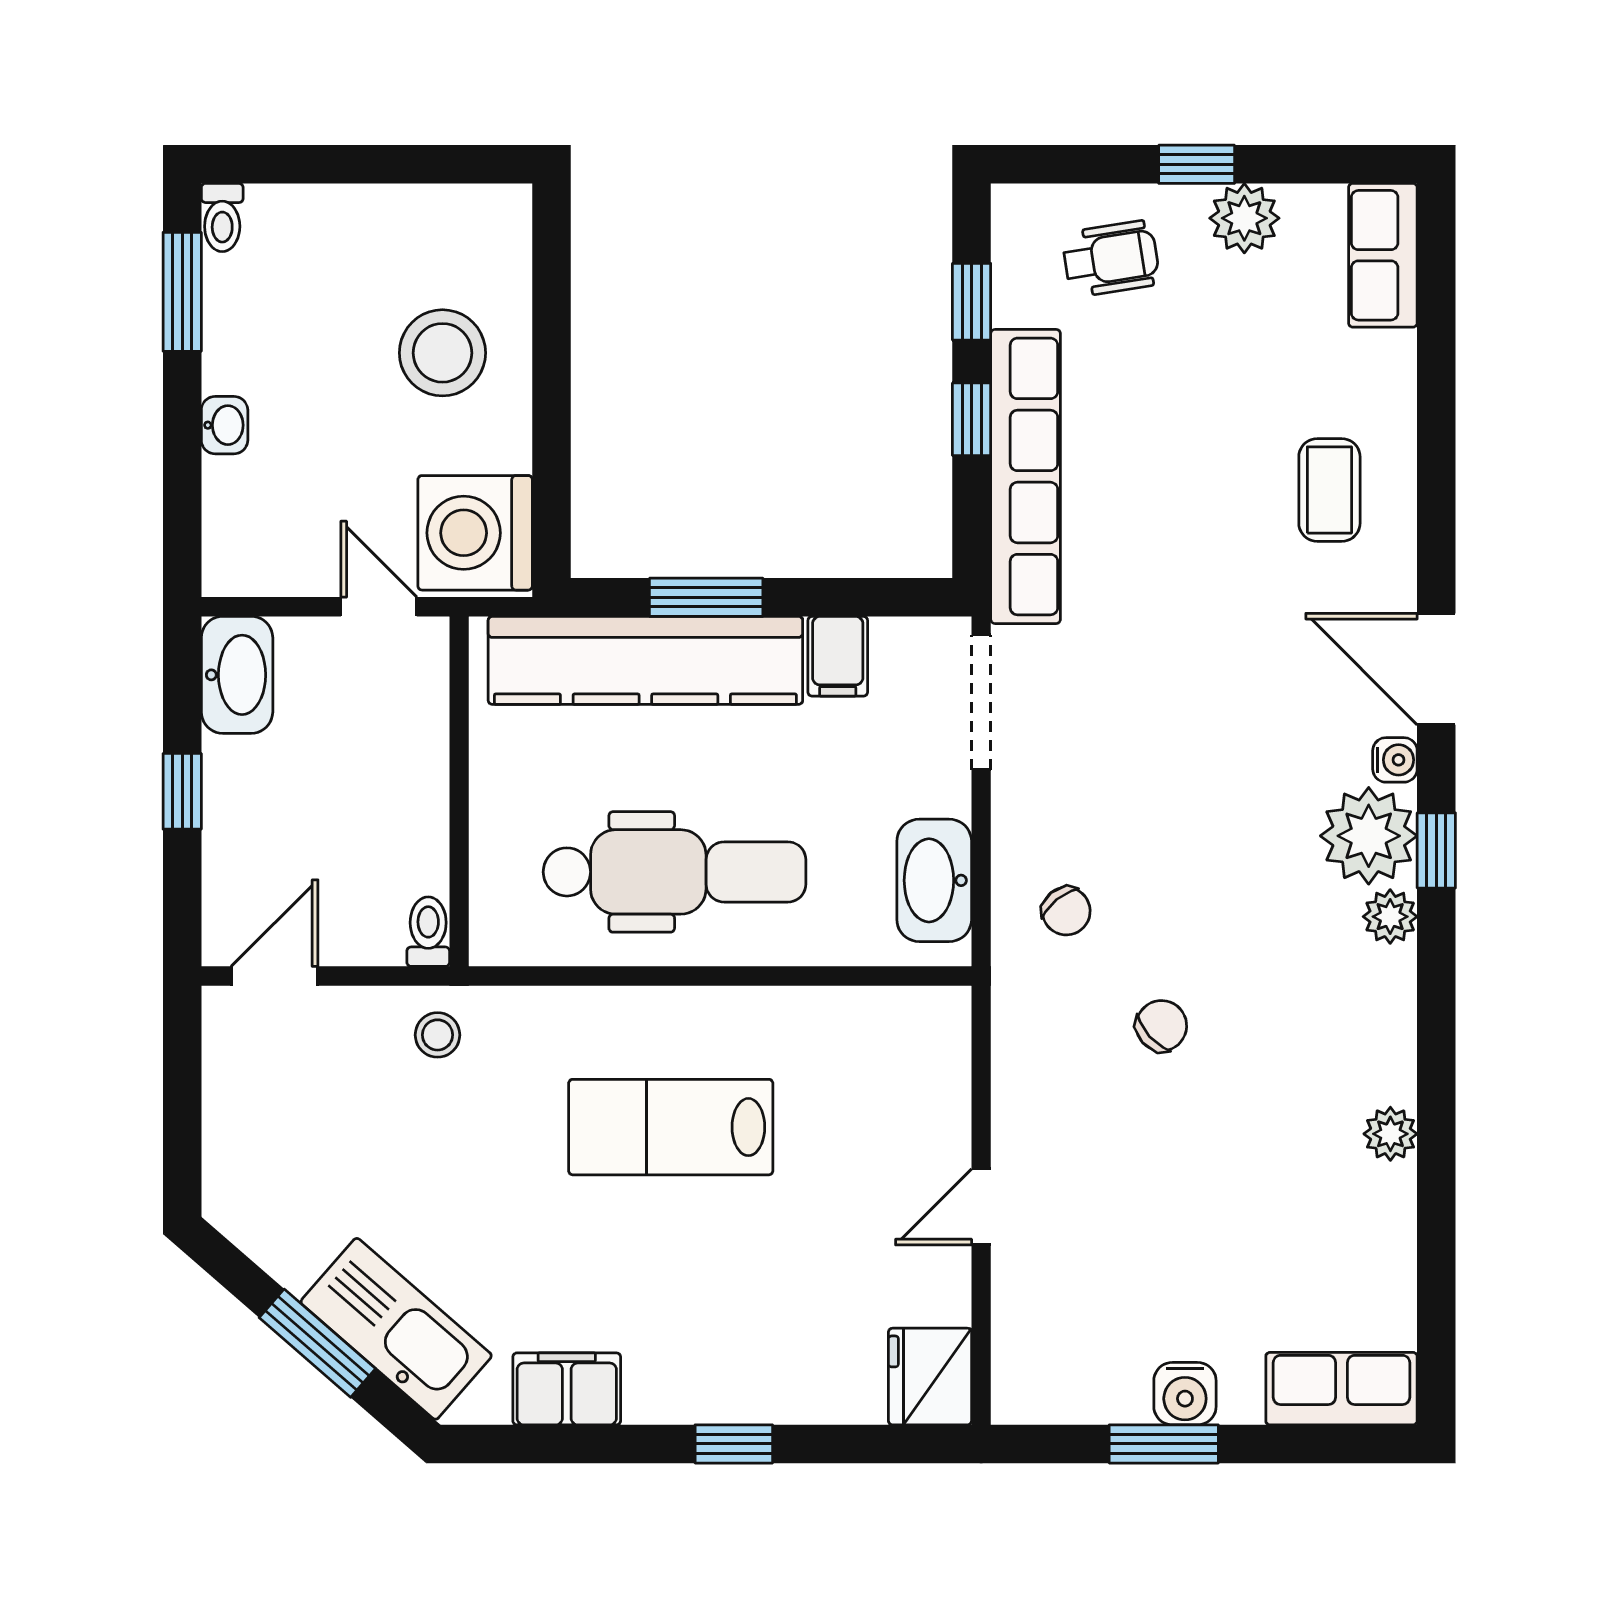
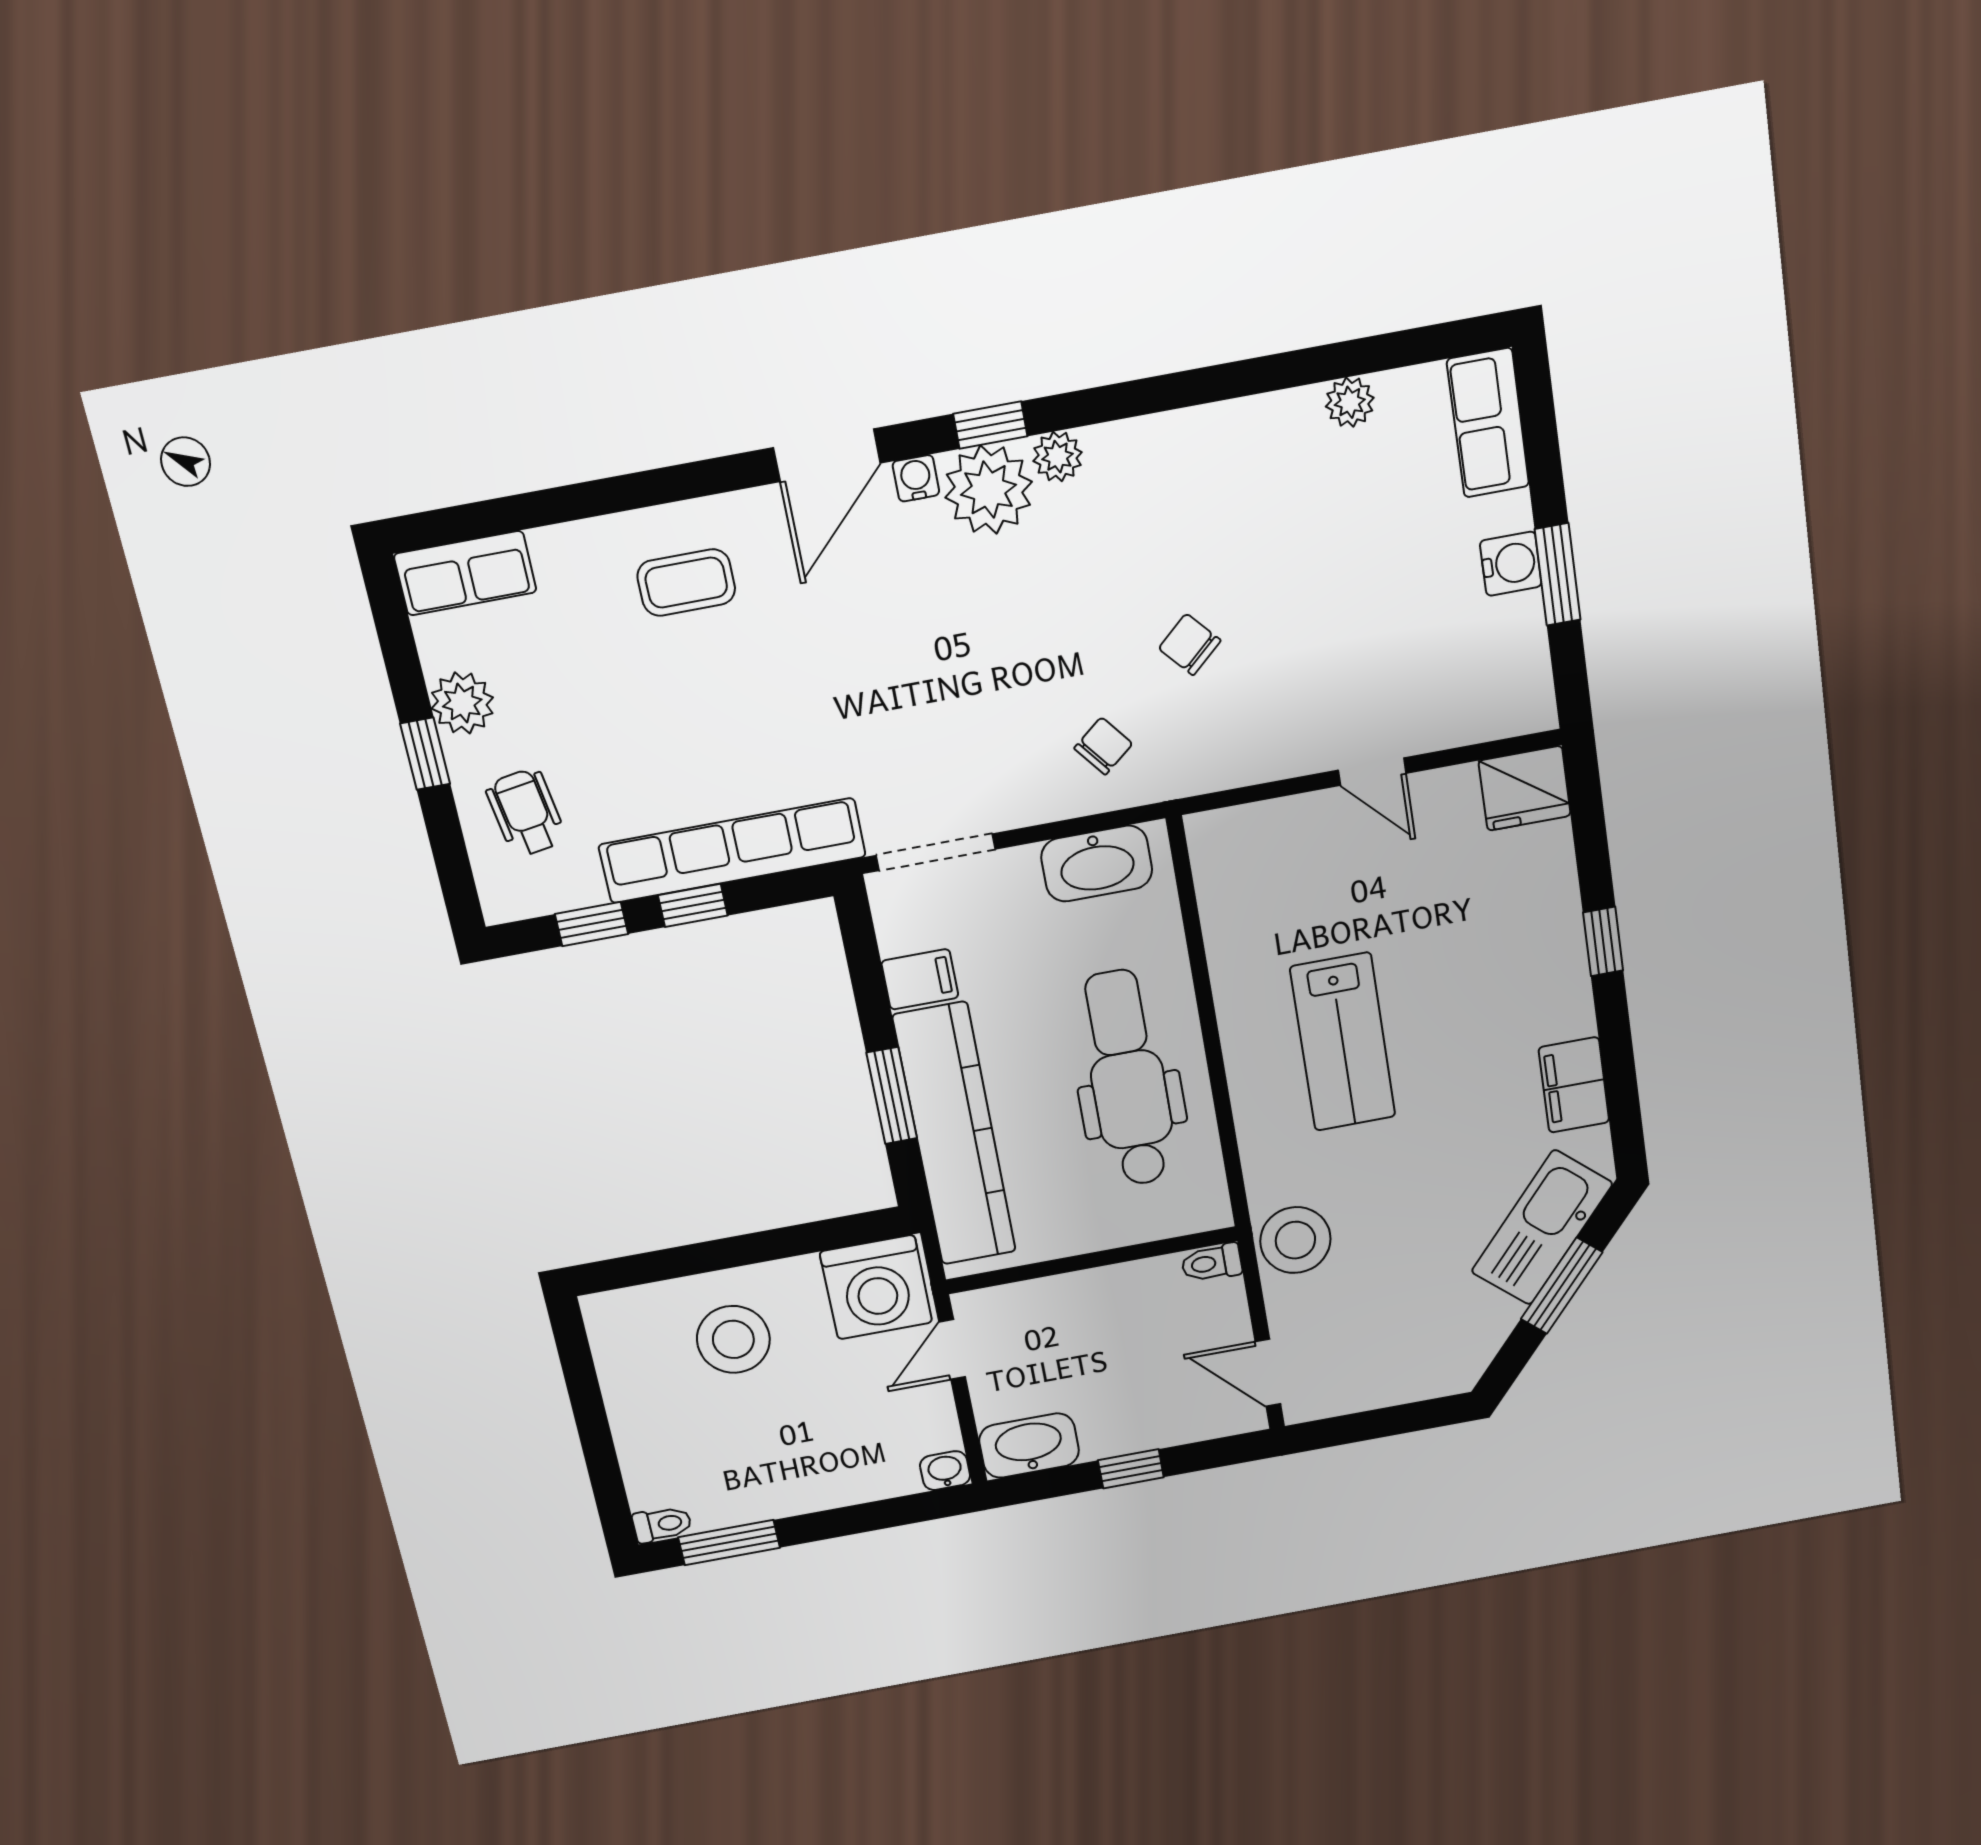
washbasin: (225, 425) -> (945, 1471), moved
stool: (437, 1035) -> (1295, 1240), width x1.89, depth x1.89
plant: (1390, 1134) -> (1350, 402), moved

